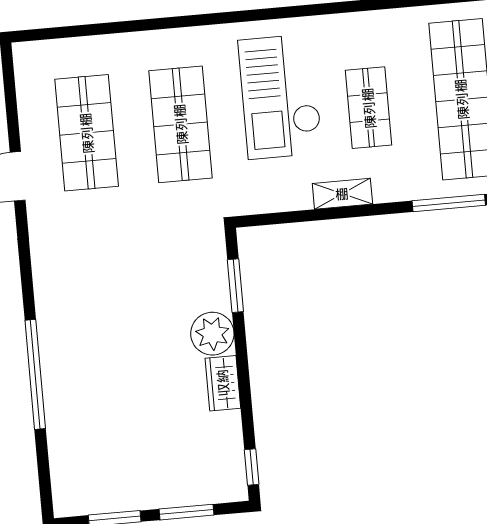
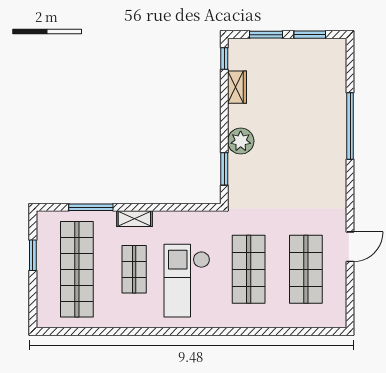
checkout: (280, 97) -> (187, 281), turned 180
shelving: (342, 194) -> (134, 219), moved
wardrobe: (223, 383) -> (237, 87), moved

